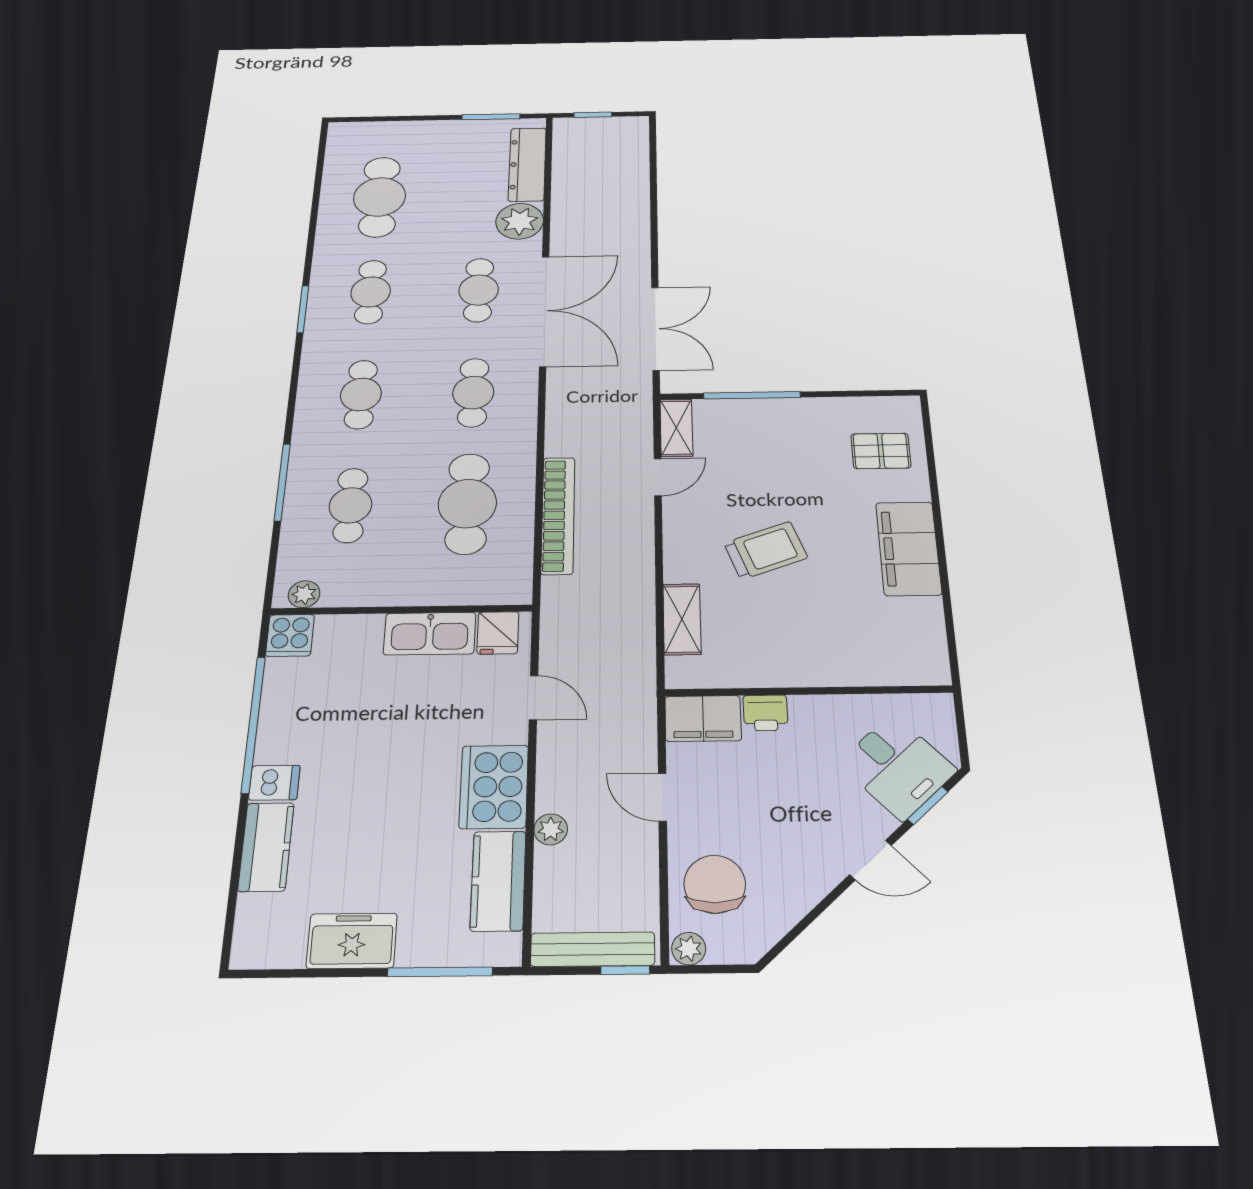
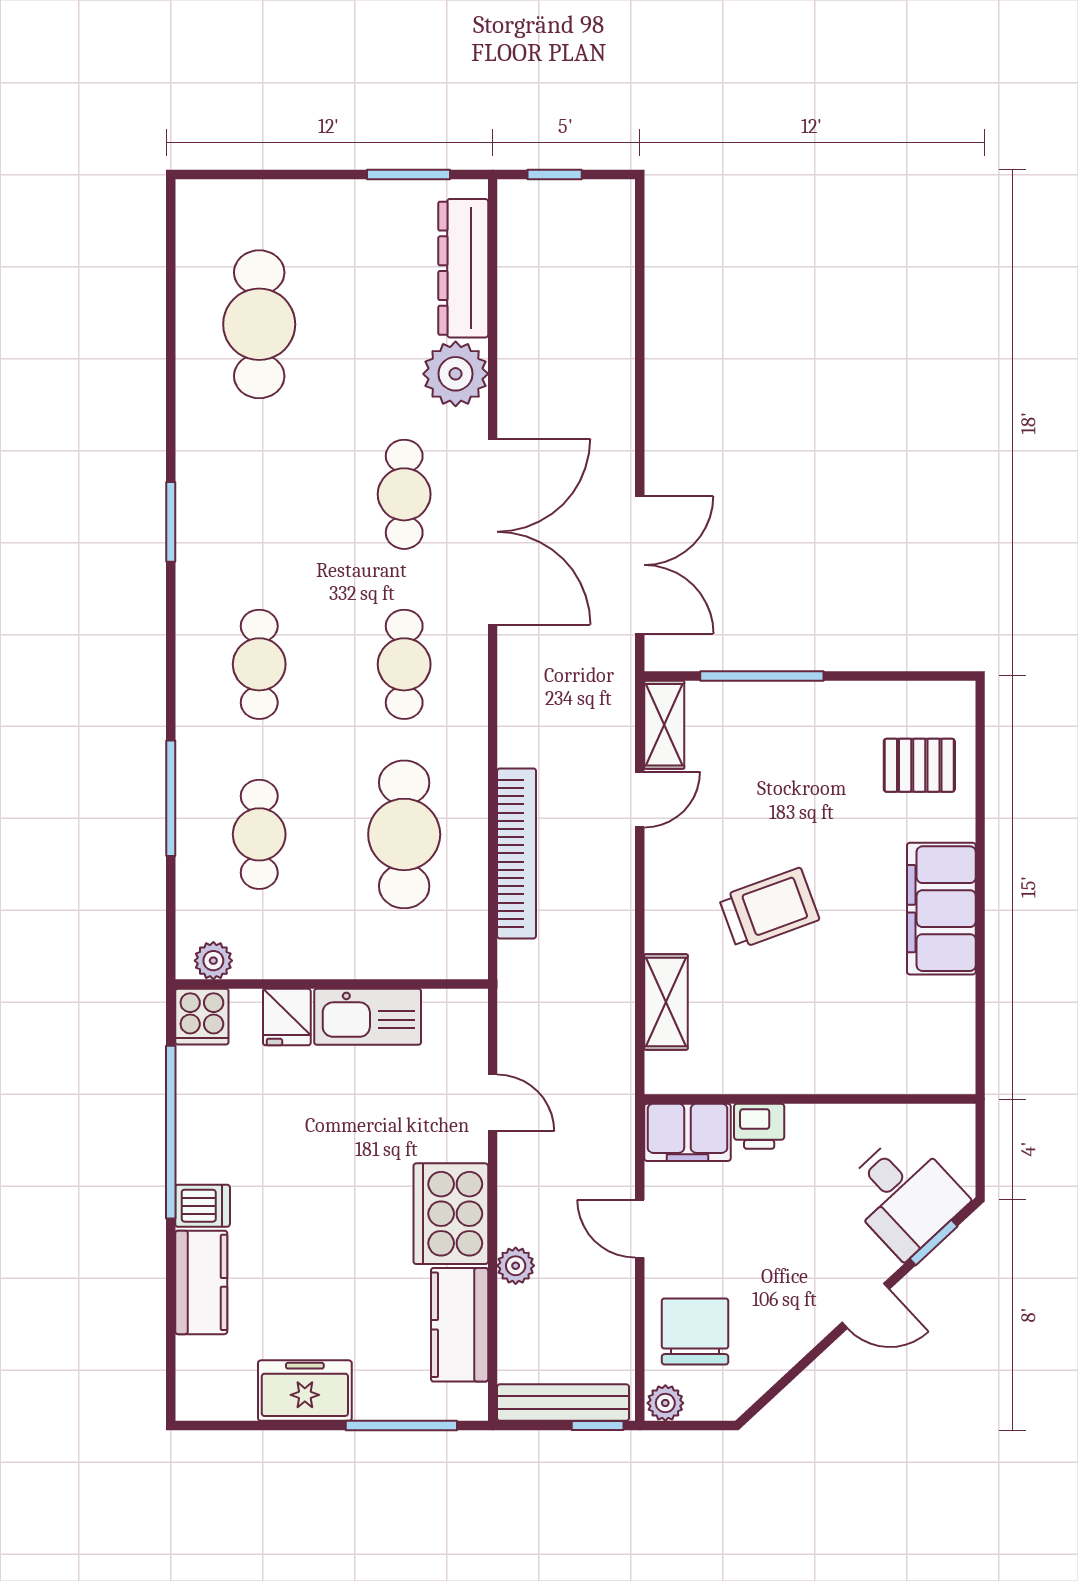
cafe table: (371, 292) -> (259, 494), removed
fridge: (498, 633) -> (287, 1017), moved

